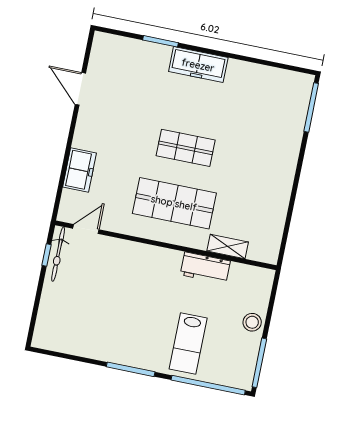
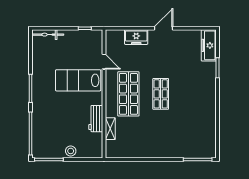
freezer: (198, 65) -> (209, 45), moved
door: (80, 89) -> (164, 28), moved
door: (86, 229) -> (104, 62), moved
bicycle: (58, 254) -> (48, 35), moved
lab bench: (188, 344) -> (78, 80), moved, width x1.36, depth x1.39

